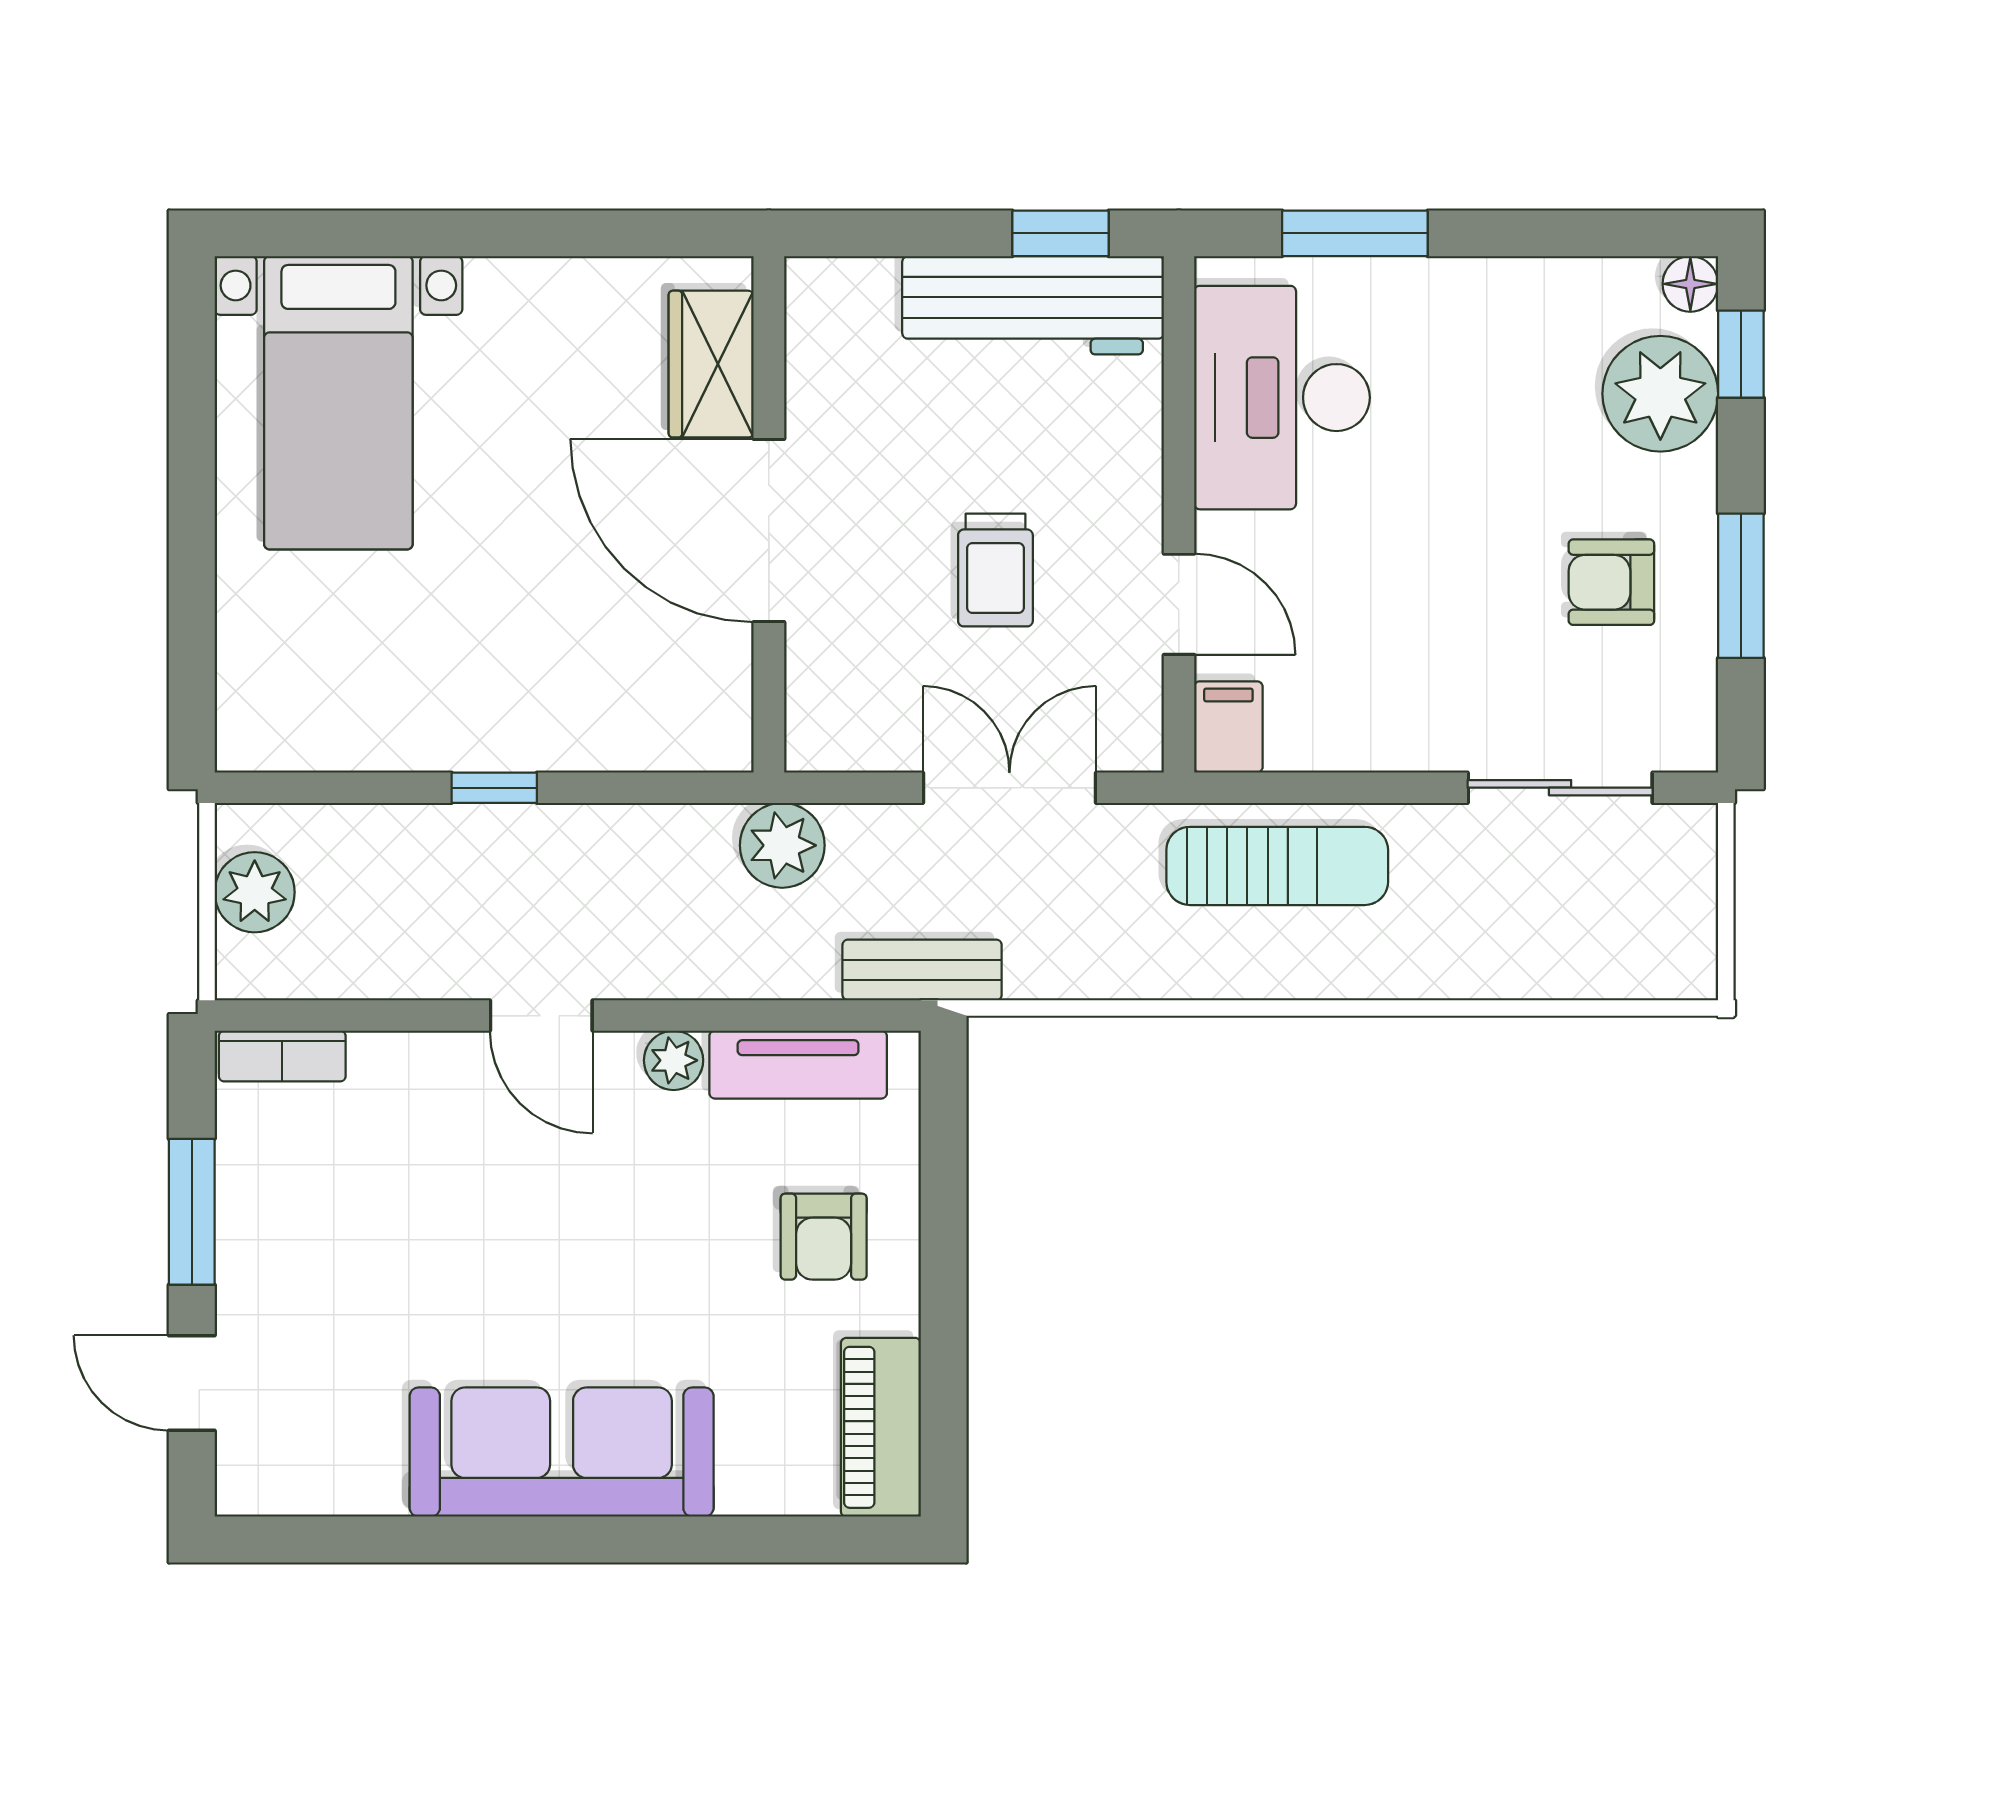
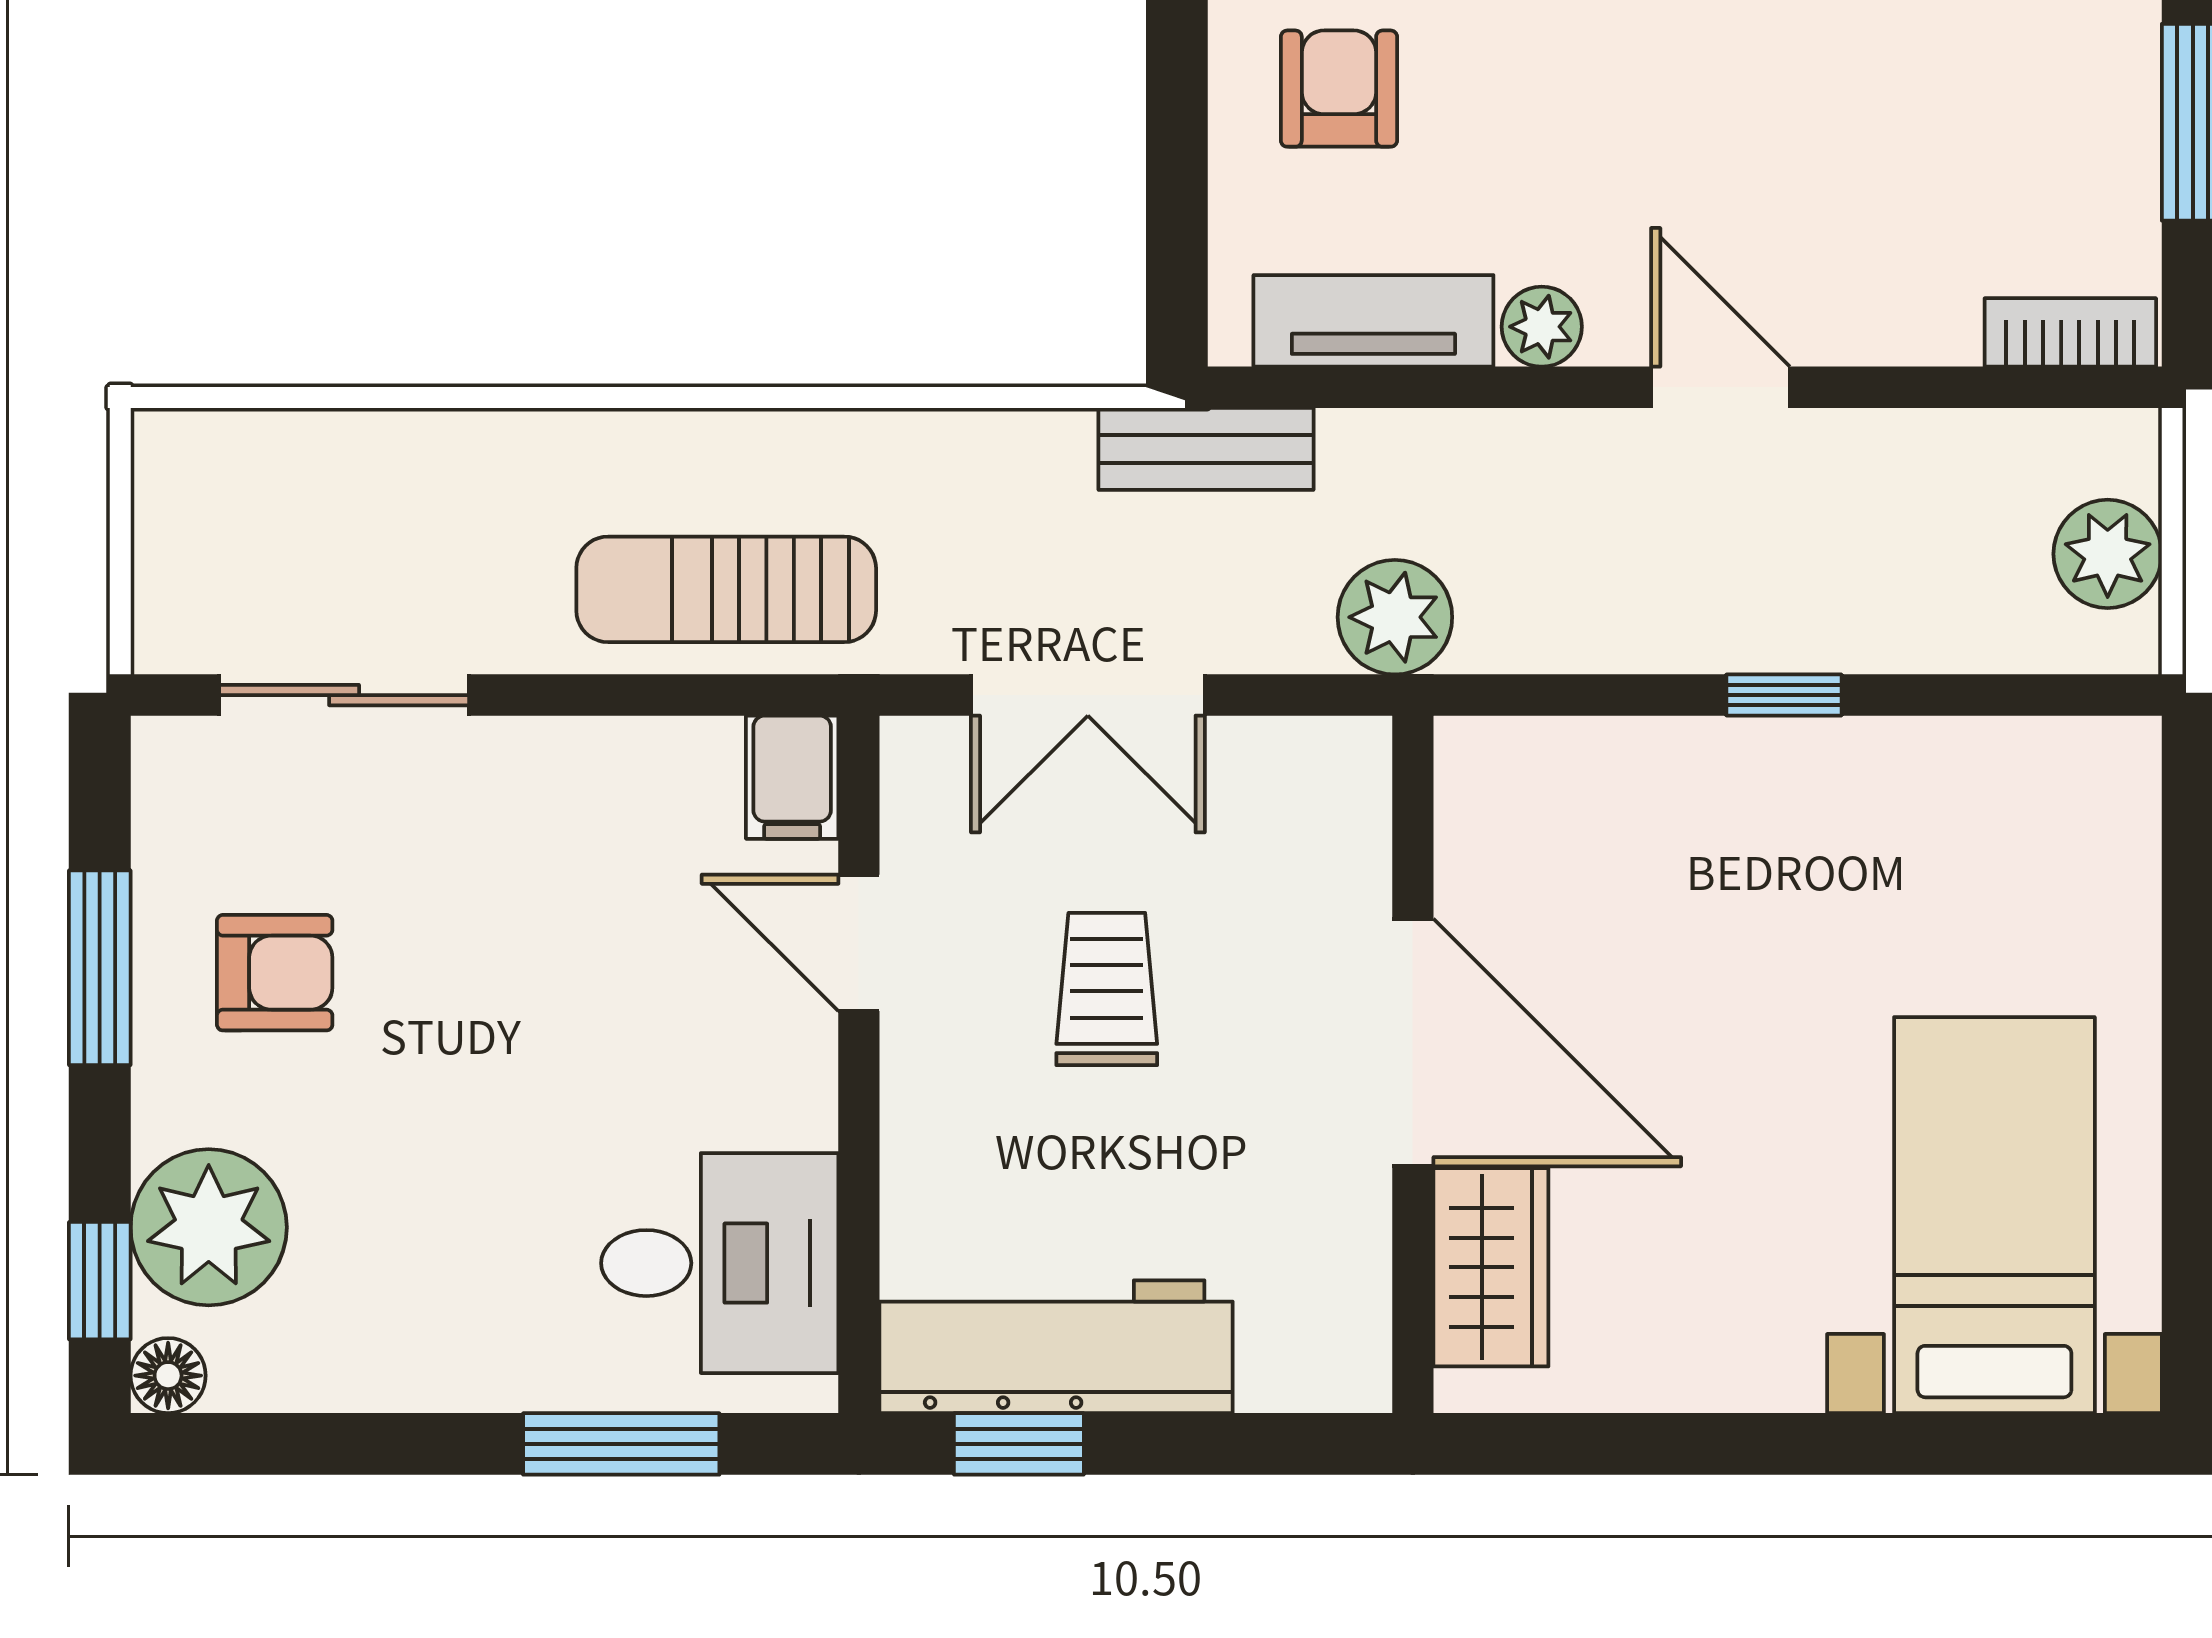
desk: (1282, 398) -> (720, 1263), width x0.73

